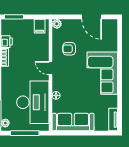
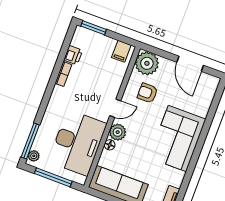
plant: (57, 24) -> (147, 63), width x1.88, depth x1.88
door: (50, 68) -> (115, 108), swing flipped
plant: (58, 84) -> (118, 132), added

